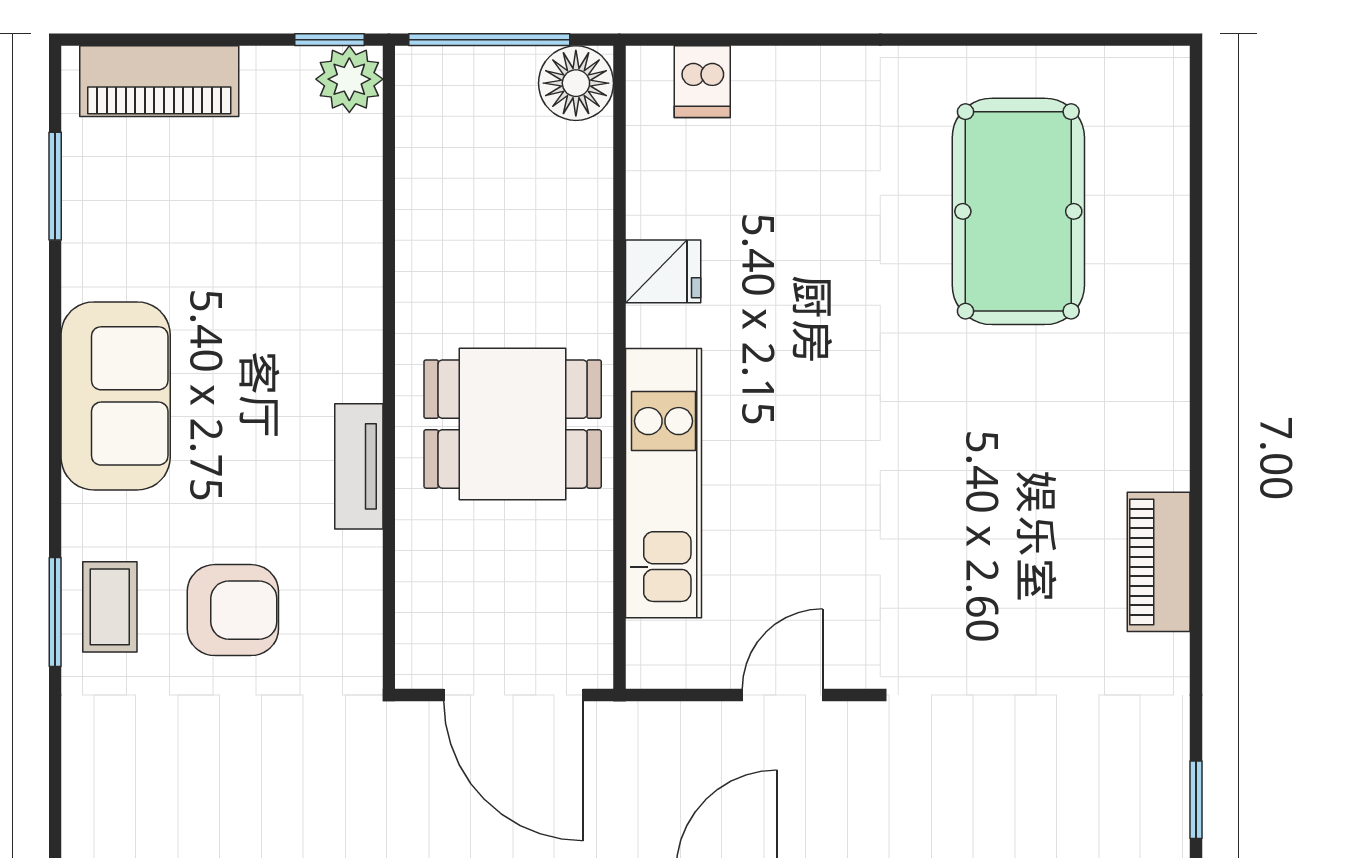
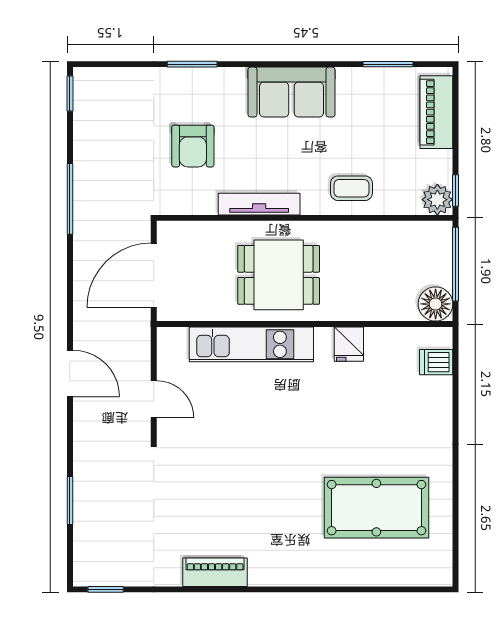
dining table: (513, 424) -> (279, 275), turned 90
tv unit: (359, 466) -> (259, 204), width x1.41
coffee table: (110, 607) -> (351, 188), moved

